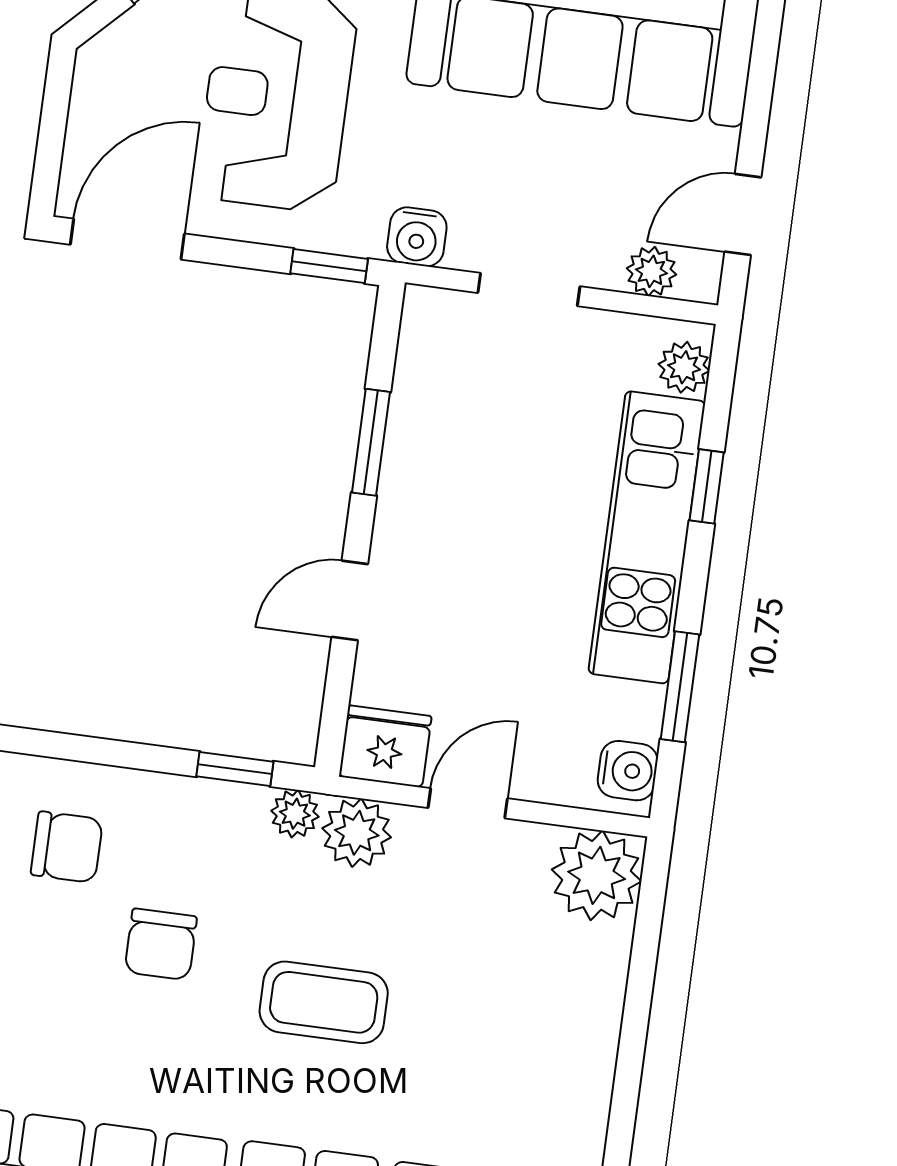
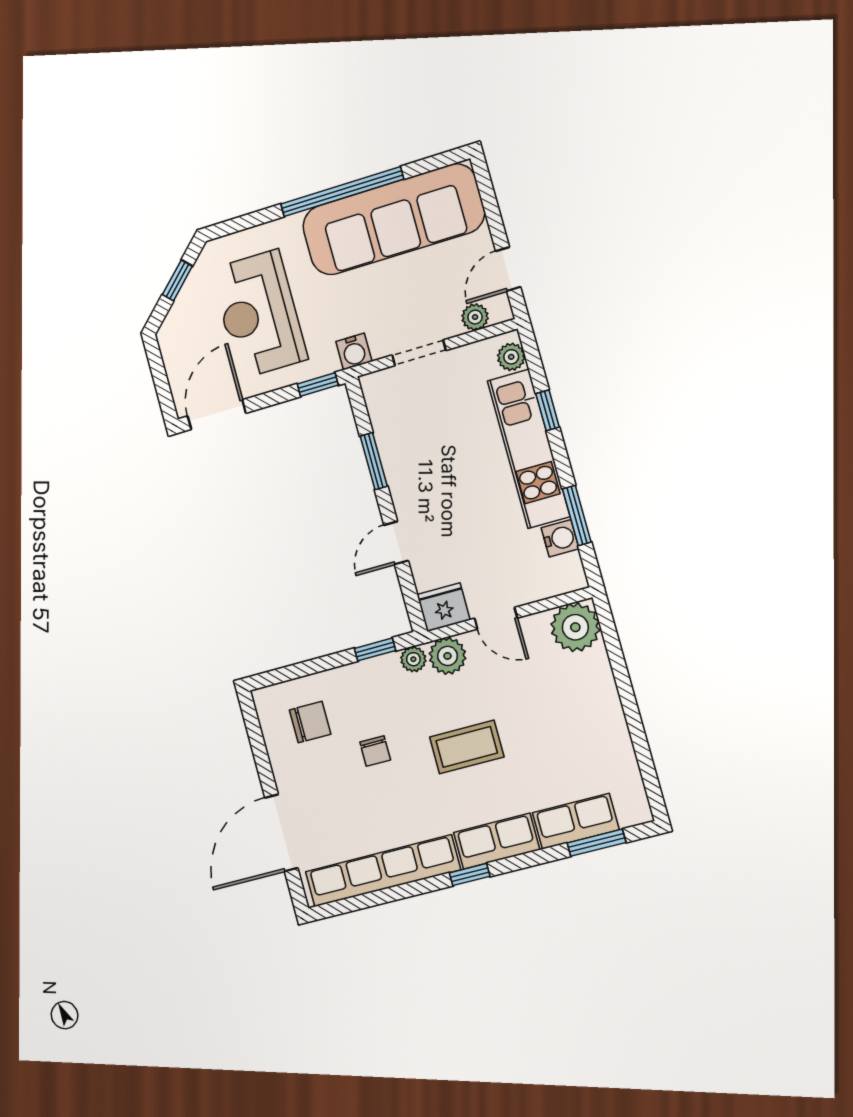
water cooler: (628, 771) -> (560, 538), moved
door: (468, 803) -> (496, 618), swing flipped
chair: (161, 944) -> (375, 751), width x0.73, depth x0.73

